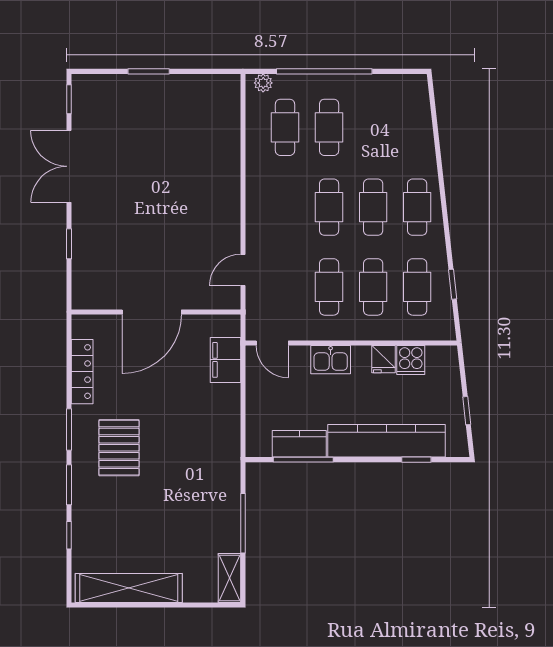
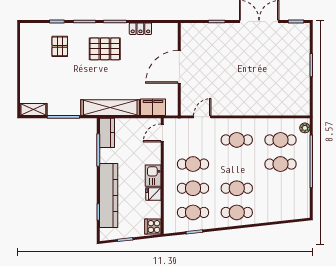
cafe table: (329, 207) -> (237, 140), moved
door: (243, 270) -> (202, 117), hinge flipped
door: (152, 312) -> (179, 67), hinge flipped
kitchen sink: (331, 360) -> (153, 176), moved
cooker: (411, 360) -> (153, 227), moved
locker: (82, 372) -> (140, 29), width x0.66
kitchen counter: (299, 444) -> (107, 133), moved
pallet: (114, 530) -> (60, 46), added
shelving: (129, 588) -> (110, 108), moved, turned 90

